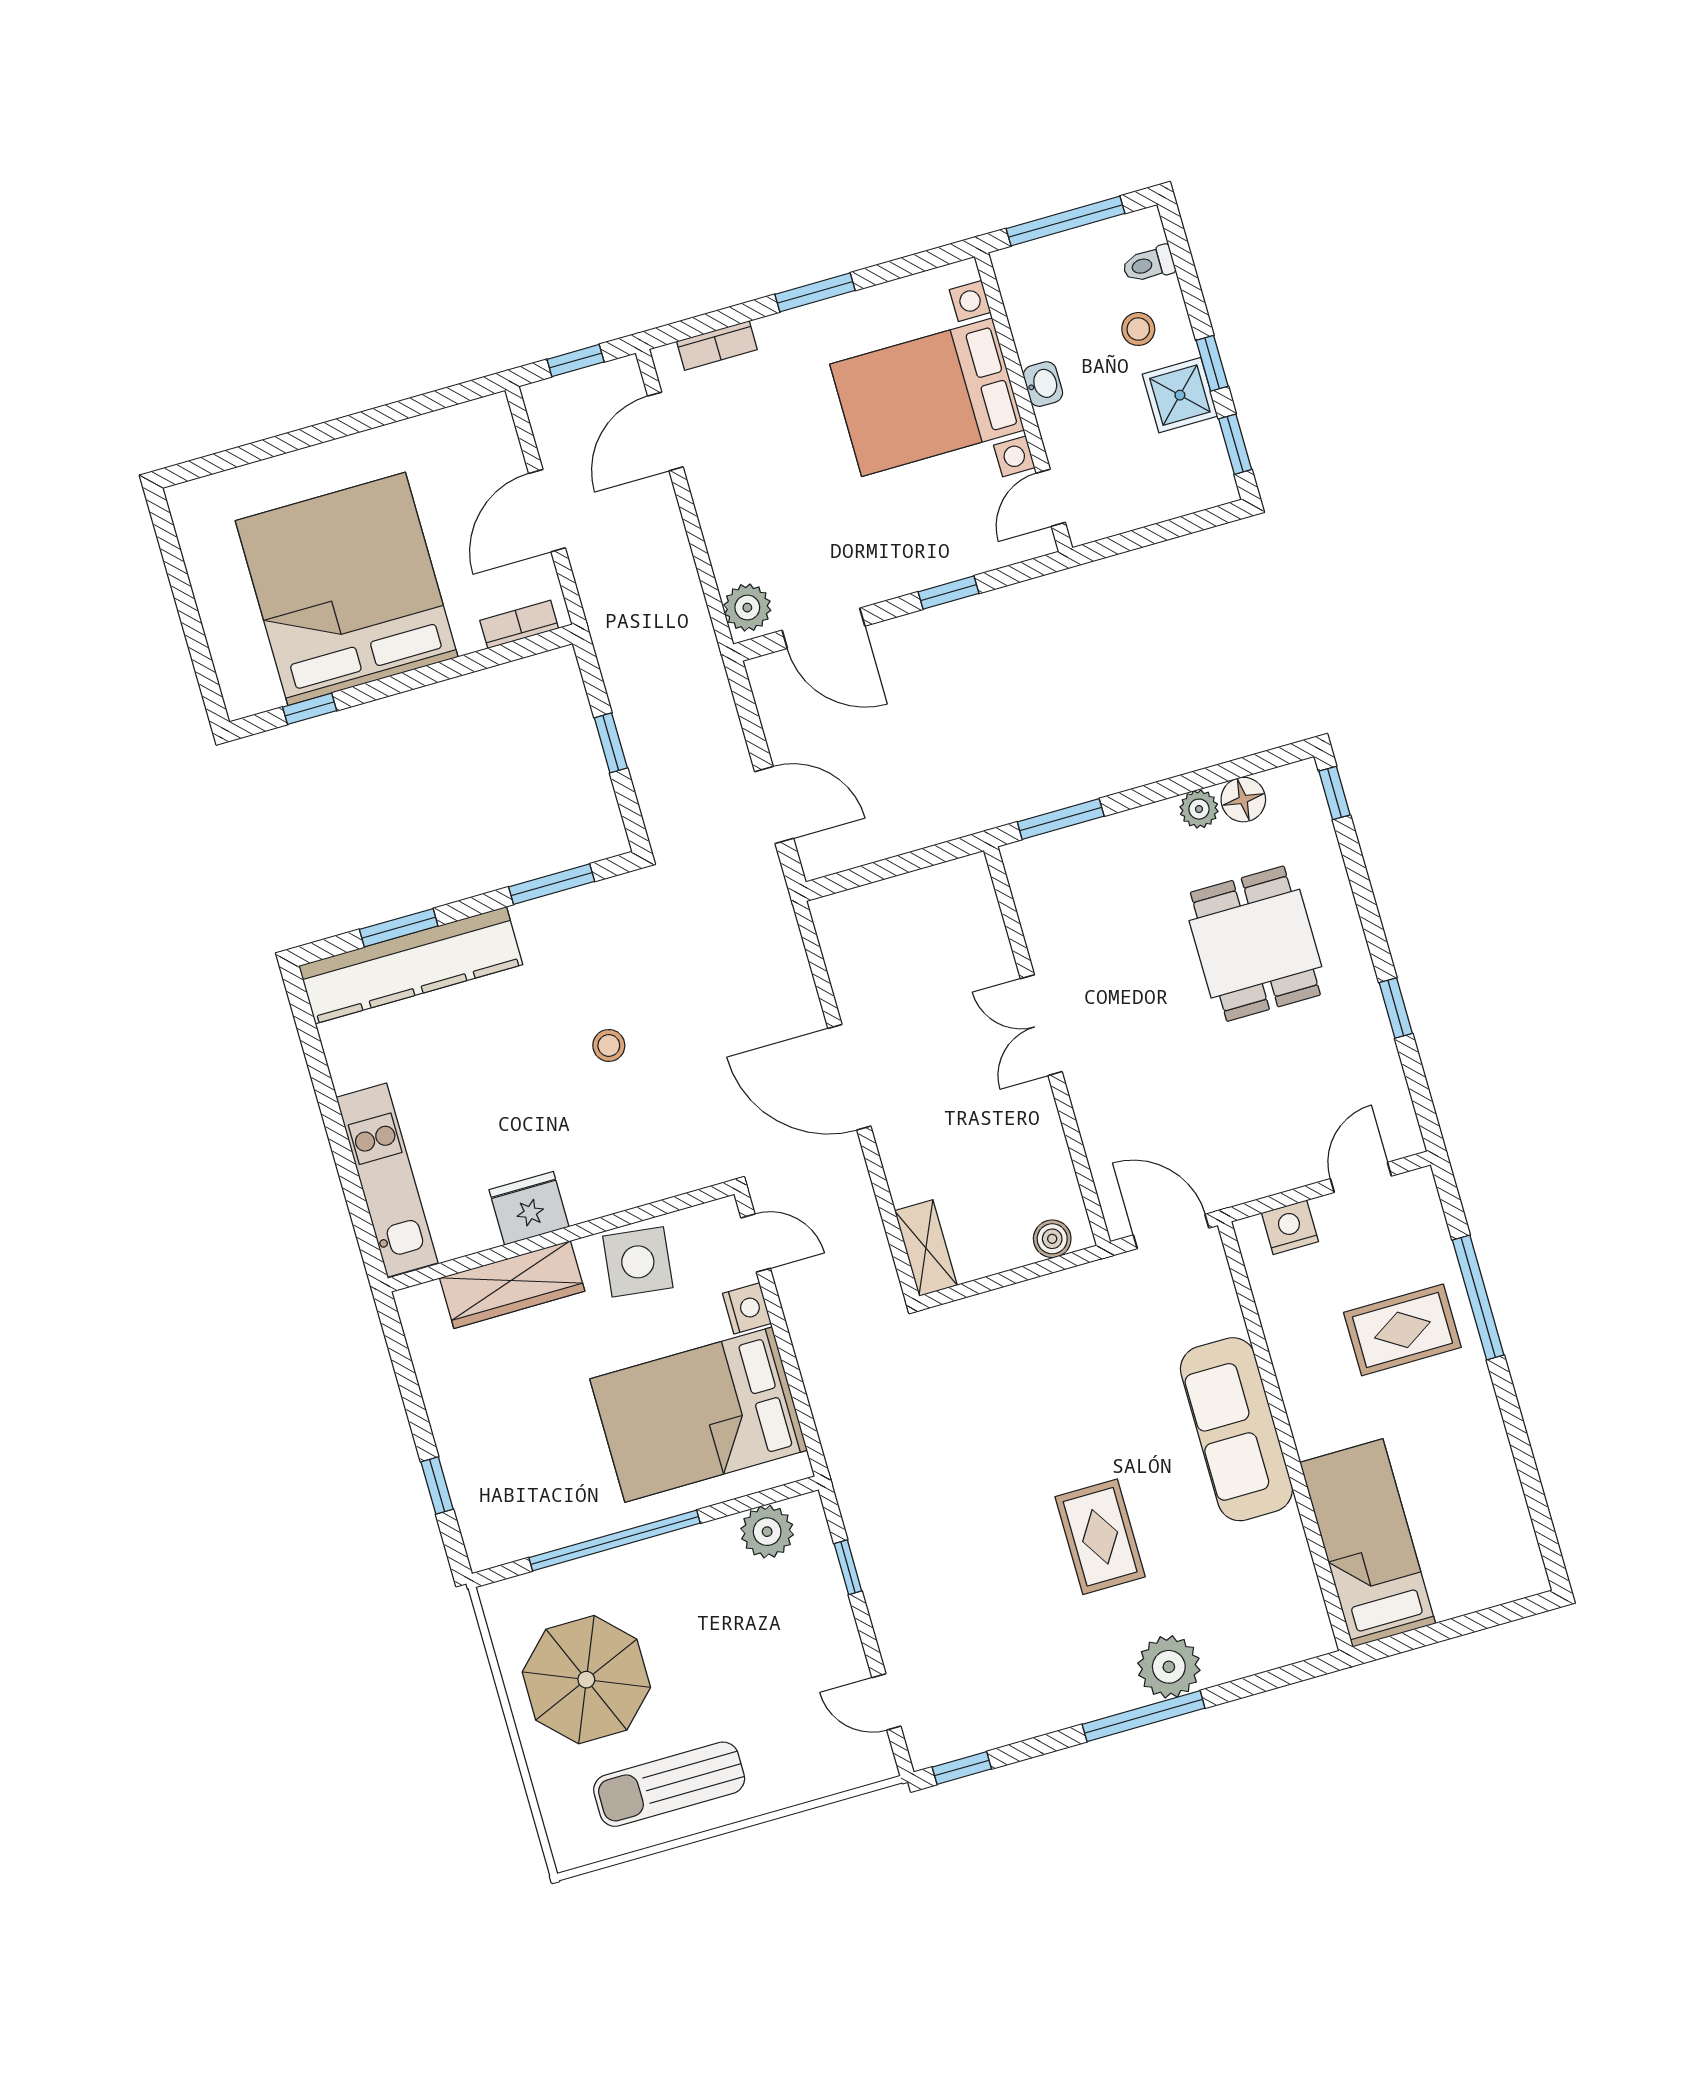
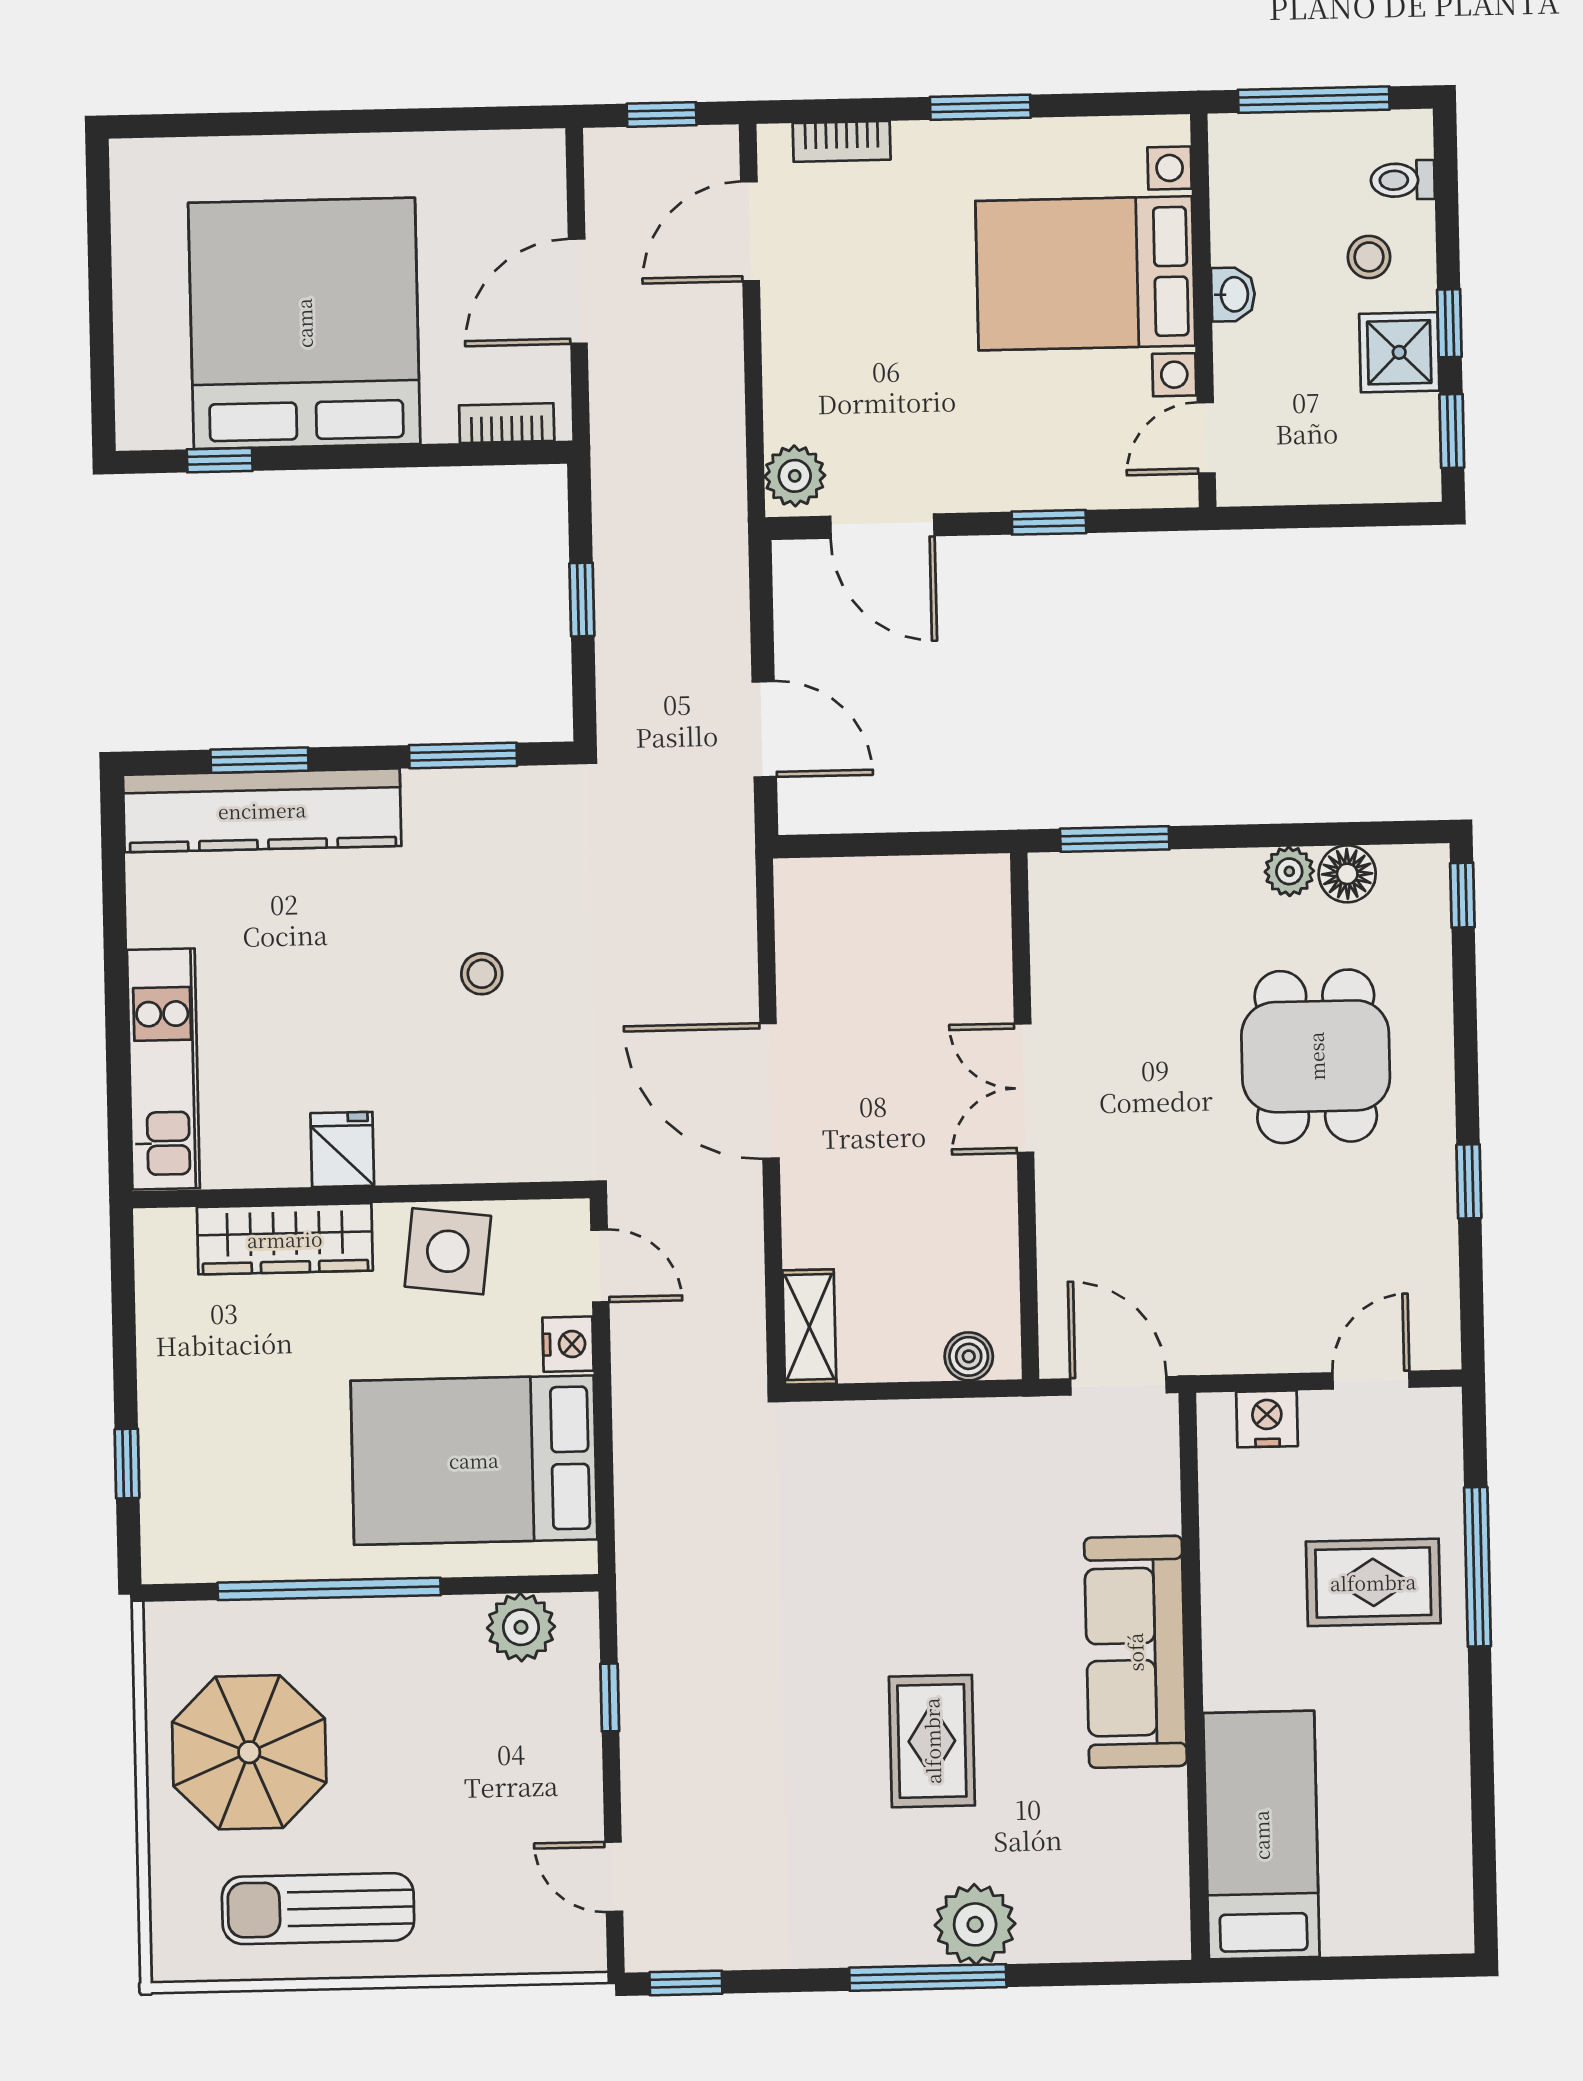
fridge: (529, 1208) -> (342, 1149), width x0.72

